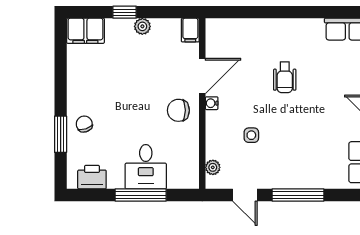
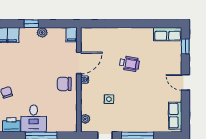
wheelchair: (285, 77) -> (129, 64), turned -80
desk: (146, 167) -> (34, 118), moved

